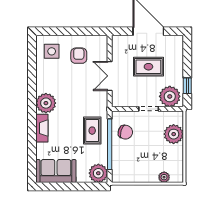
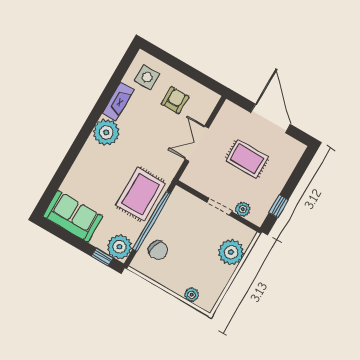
plant: (170, 96) -> (243, 209), width x0.53, depth x0.53
fireplace: (42, 128) -> (118, 101), moved
rug: (92, 131) -> (141, 194), width x1.36, depth x1.43
chair: (125, 132) -> (158, 250), moved
window: (91, 187) -> (102, 257), added

